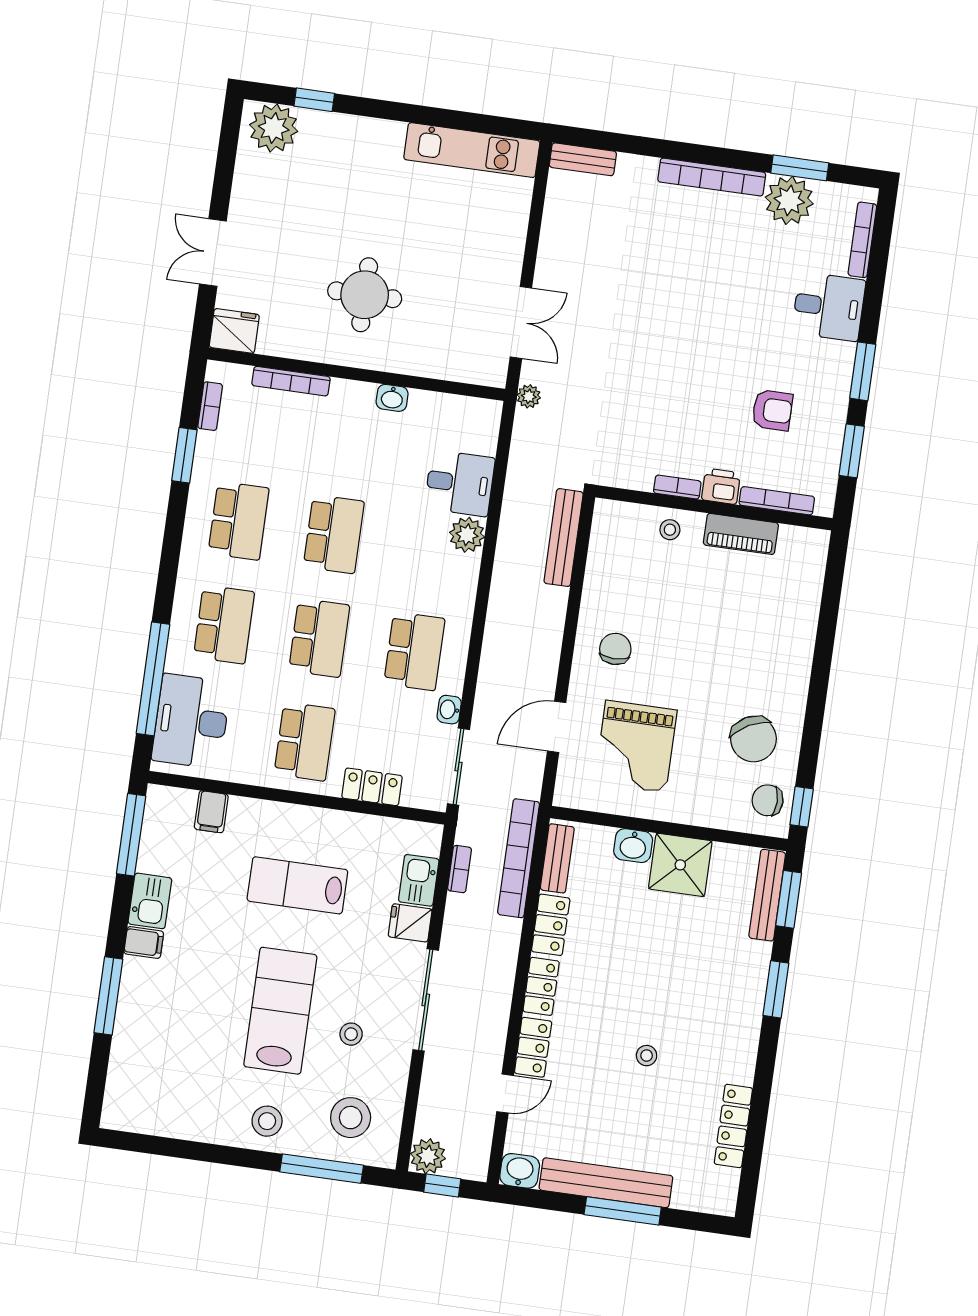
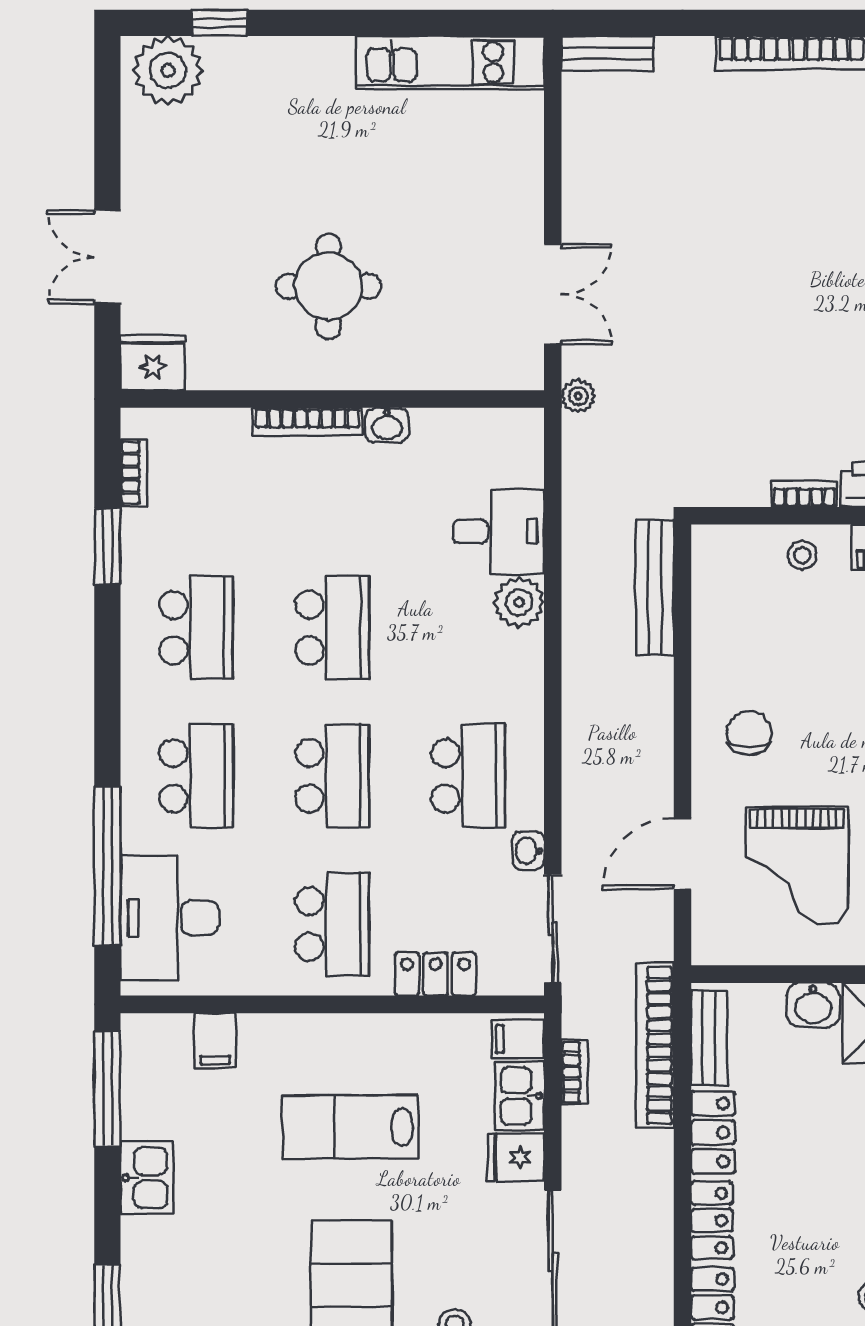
bookcase: (291, 381) -> (307, 422), moved
filing cabinet: (144, 943) -> (518, 1039), moved, turned 180

